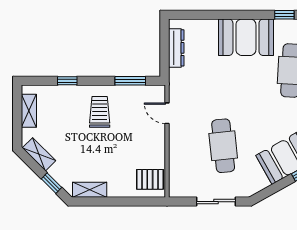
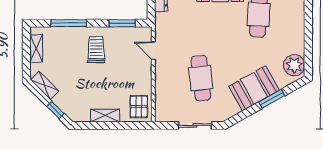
window: (67, 81) -> (69, 23), width x2.17
pallet: (150, 179) -> (139, 107), turned 90
shelving: (90, 190) -> (105, 116), moved

